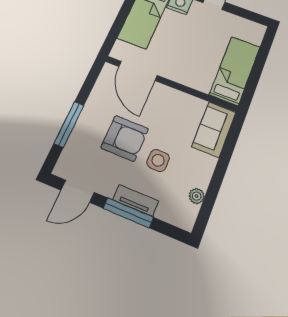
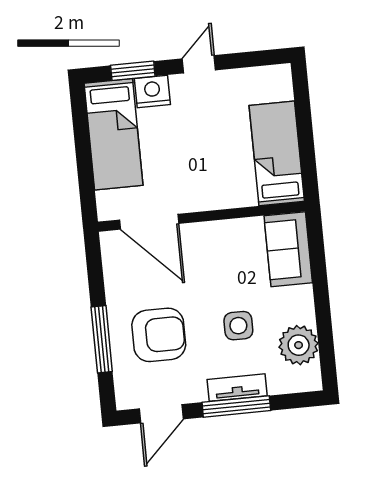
armchair: (125, 138) -> (159, 335), moved
plant: (197, 196) -> (299, 345), width x1.88, depth x1.88

